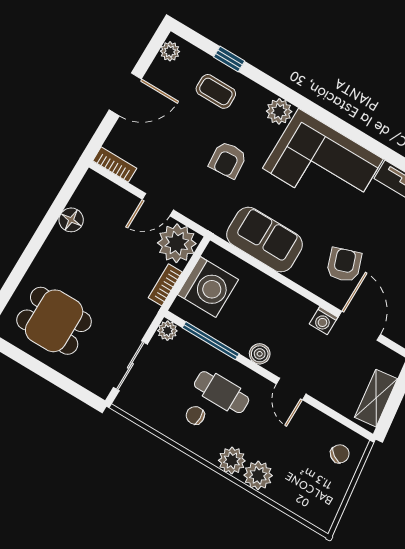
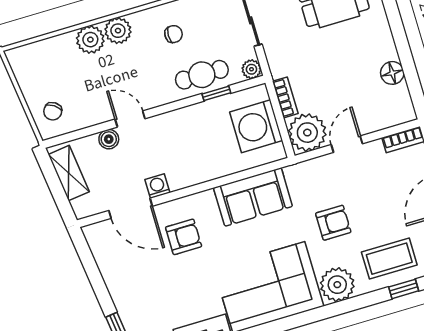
coffee table: (216, 91) -> (389, 259), width x1.36, depth x1.30
plant: (279, 111) -> (337, 285), width x1.36, depth x1.36
armchair: (228, 160) -> (333, 223), turned 94
armchair: (344, 265) -> (184, 237), turned -71
window: (211, 341) -> (216, 93), width x0.46
boiler: (260, 354) -> (109, 139), moved
cafe table: (222, 392) -> (202, 75), moved

